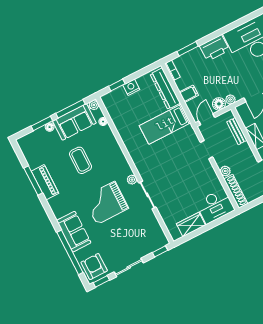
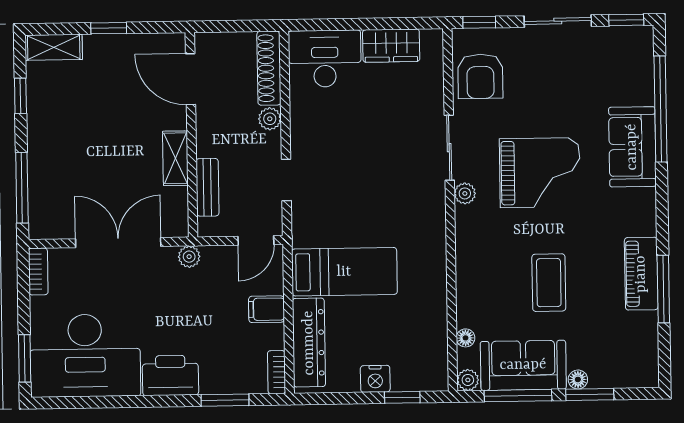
floor lamp: (219, 104) -> (216, 259), removed
armchair: (94, 267) -> (480, 76), moved

